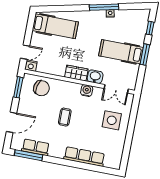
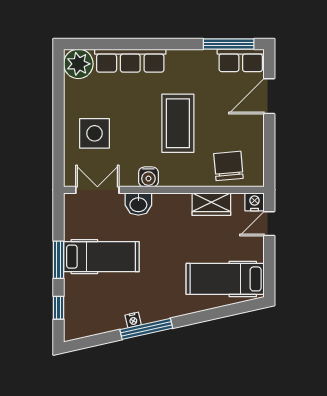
wardrobe: (76, 73) -> (211, 204), moved
window: (18, 87) -> (269, 159), removed
chair: (41, 88) -> (228, 166), turned 72
coffee table: (65, 117) -> (178, 123), width x1.86, depth x1.72
row of seats: (36, 147) -> (241, 60), moved
plant: (113, 160) -> (78, 64), added

